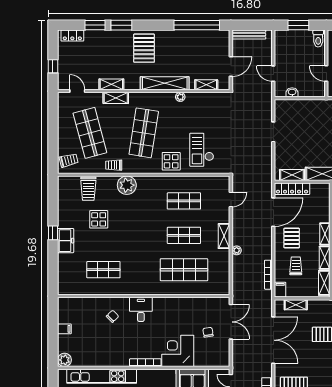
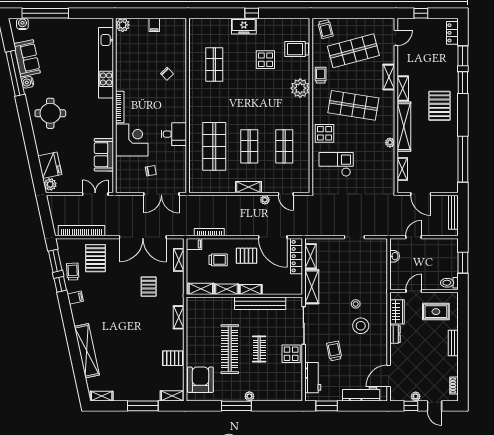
pallet: (144, 48) -> (439, 106), turned 90
shelving: (111, 84) -> (403, 88), moved
plant: (237, 250) -> (265, 200), moved
desk: (141, 309) -> (174, 134), moved

